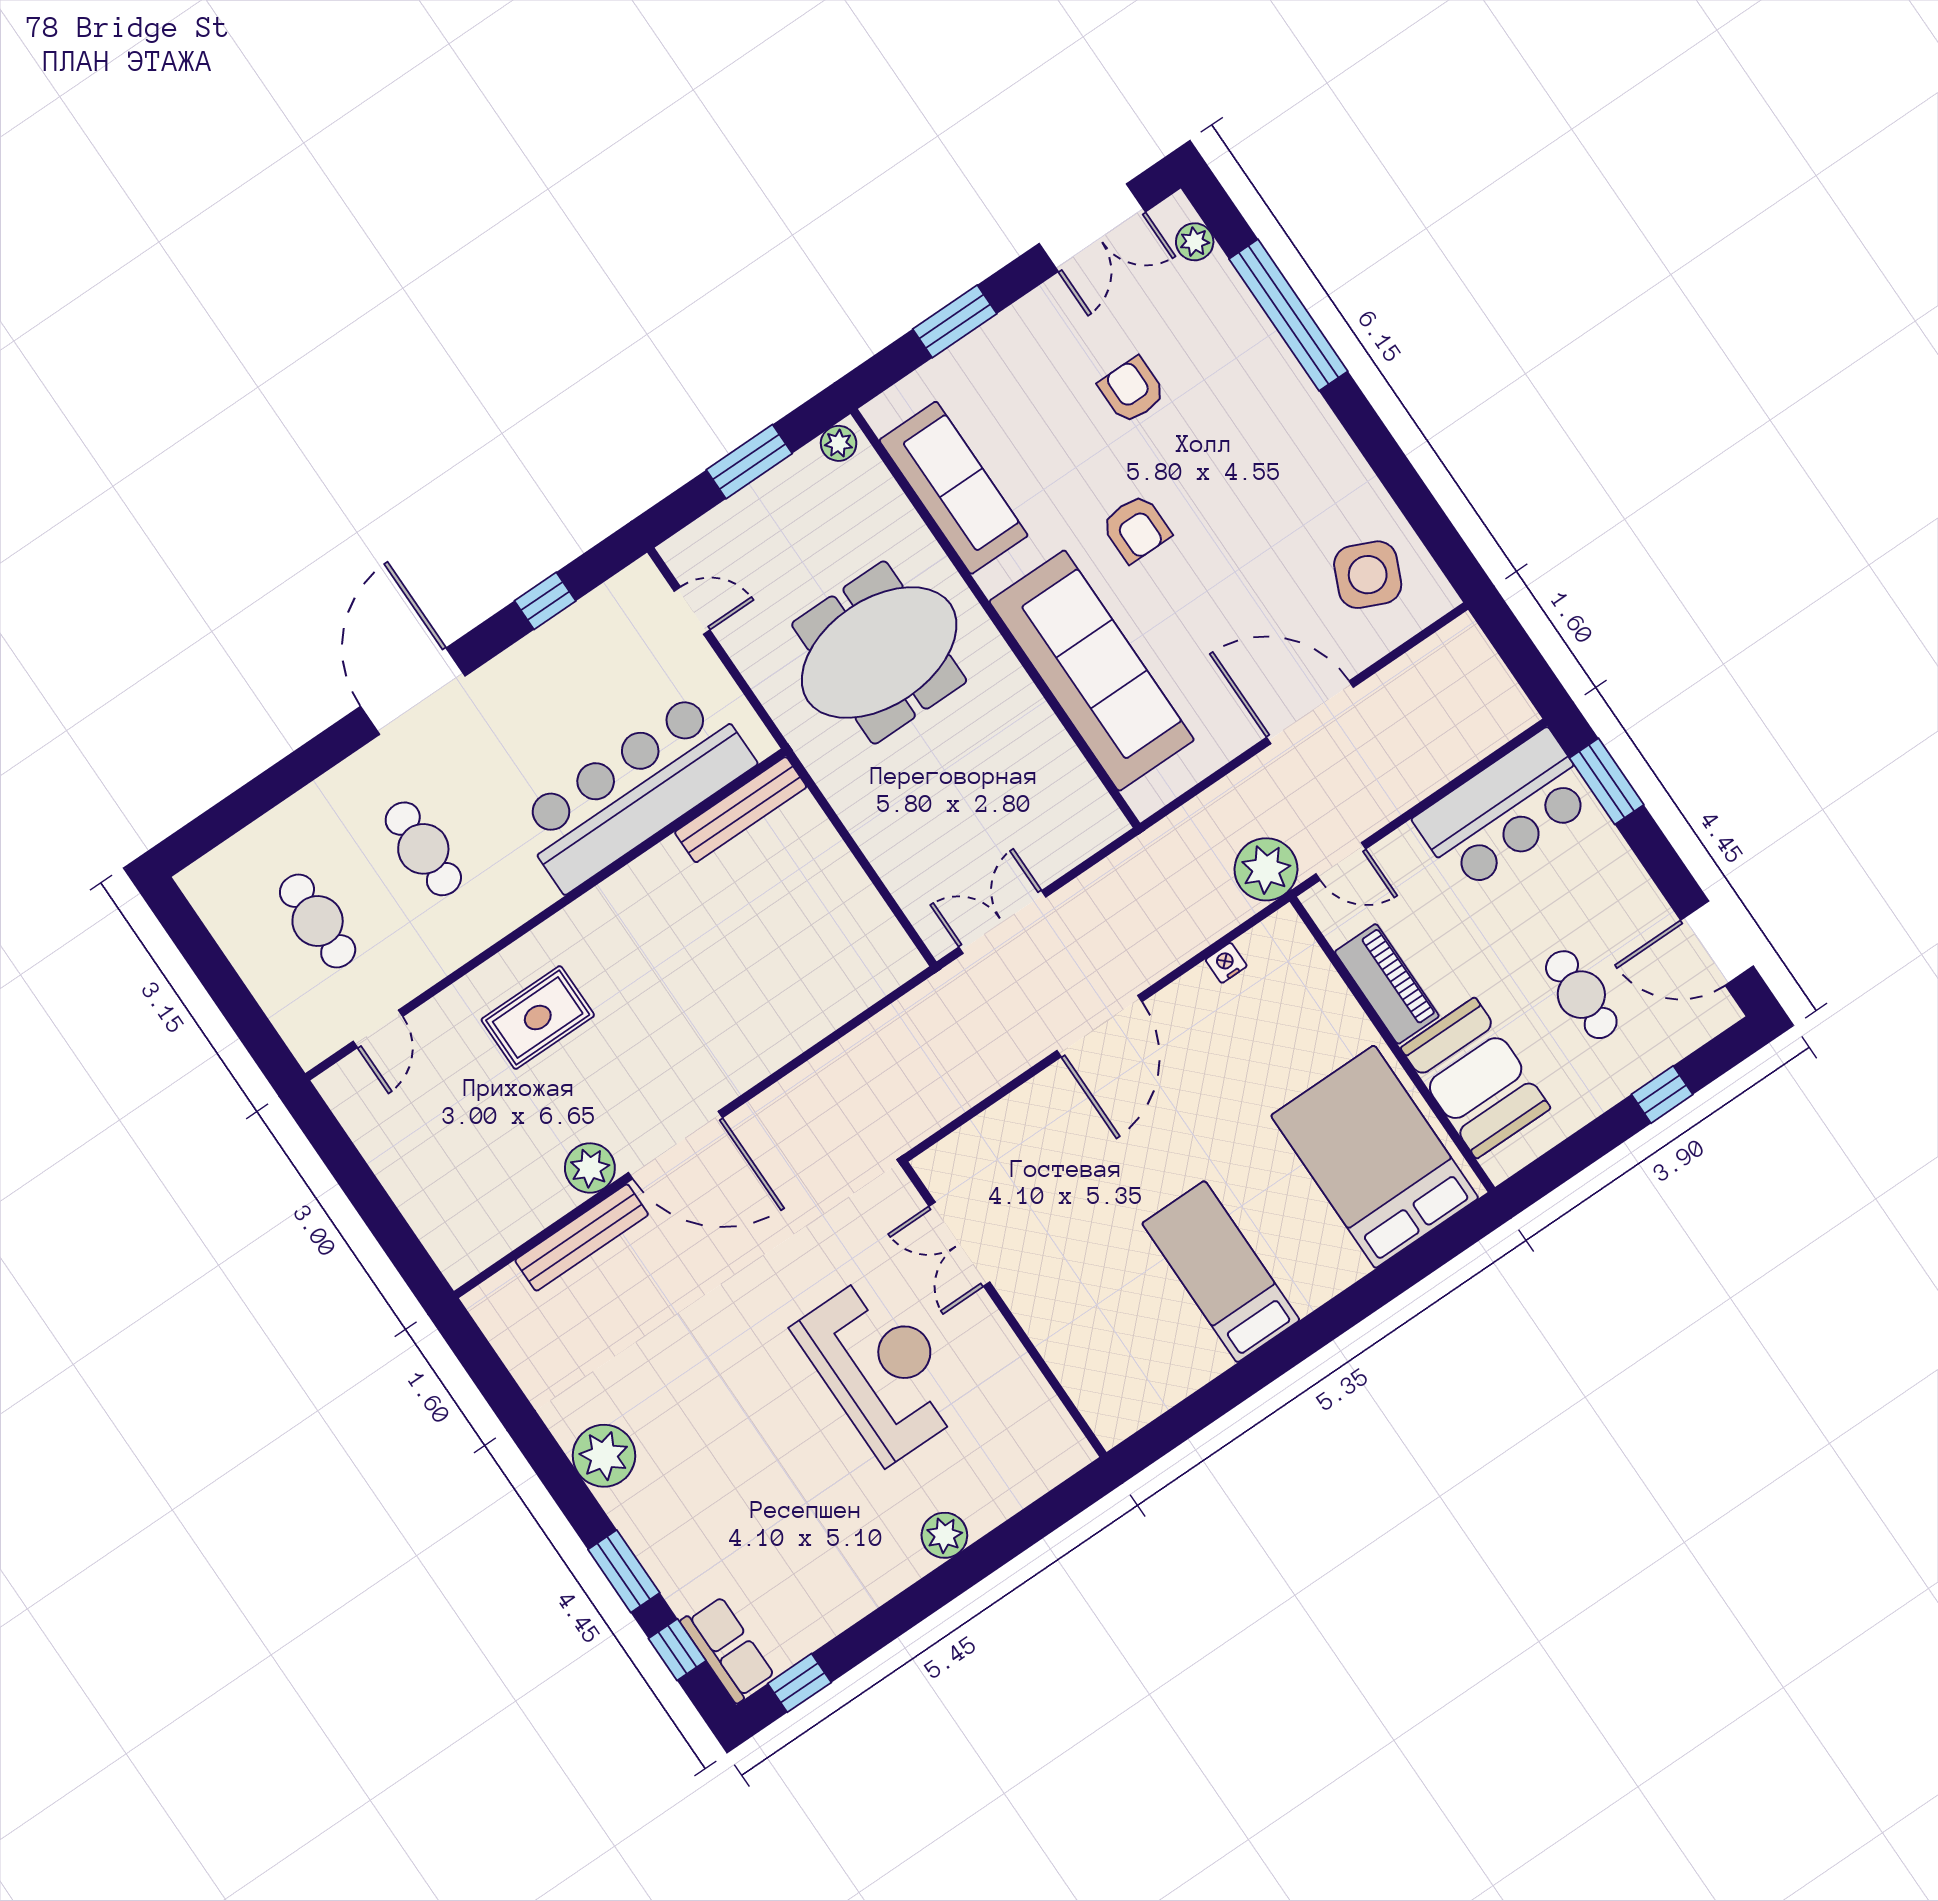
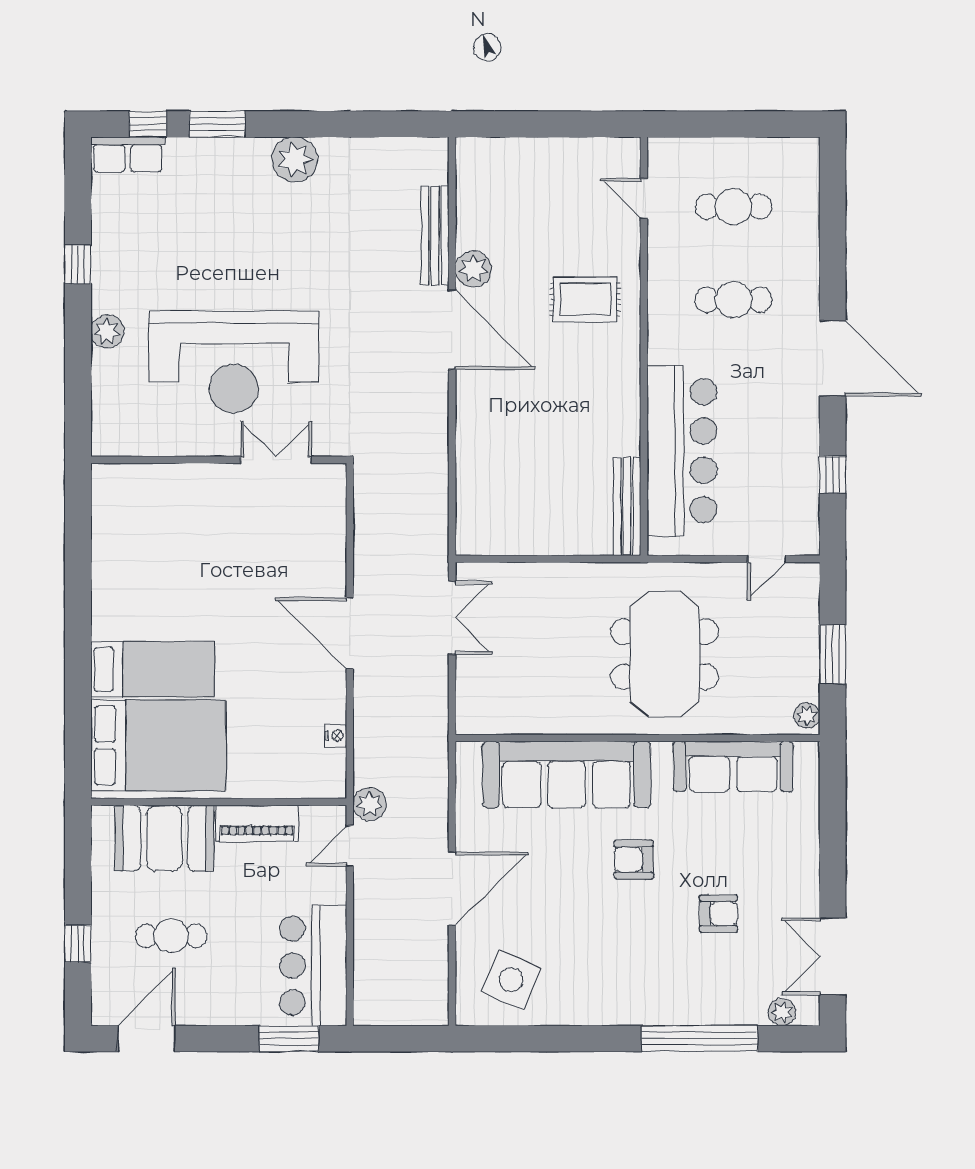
window: (955, 321) -> (833, 835), removed
plant: (1266, 869) -> (370, 804), width x0.73, depth x0.73
rug: (538, 1018) -> (585, 299), turned 90
door: (675, 1145) -> (452, 330), swing flipped
bed: (1221, 1272) -> (152, 669), moved
reception desk: (881, 1368) -> (234, 362), width x1.36, depth x1.30
window: (799, 1683) -> (78, 264), moved

